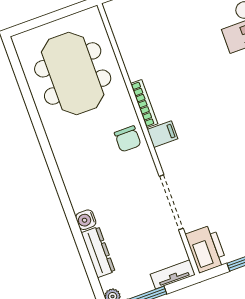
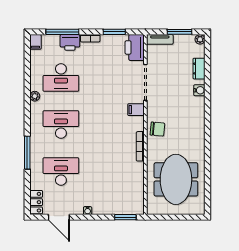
filing cabinet: (162, 134) -> (136, 110), moved
chair: (128, 139) -> (157, 129), turned 95
dresser: (98, 252) -> (199, 69), width x0.70

